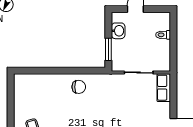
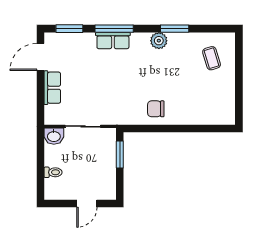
washbasin: (118, 31) -> (54, 136), moved, turned -90
row of seats: (164, 88) -> (52, 88), moved

